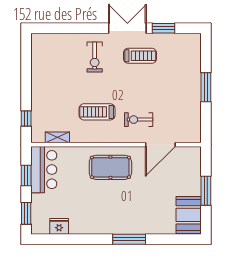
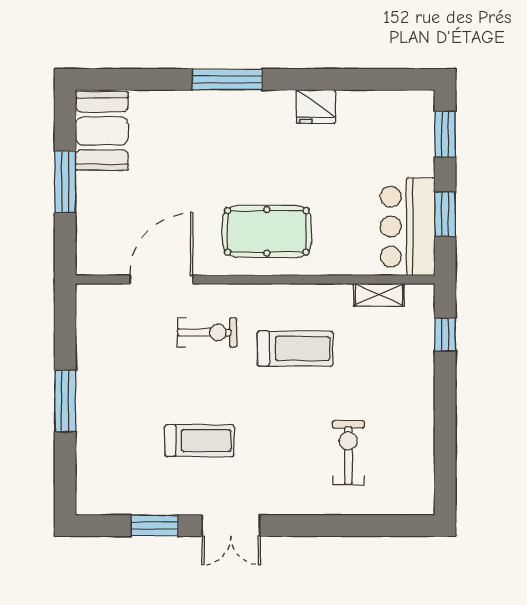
double door: (127, 28) -> (231, 526), width x0.73
treadmill: (140, 56) -> (199, 441), moved, turned 180
exercise bike: (95, 57) -> (348, 452), moved
fridge: (59, 226) -> (316, 106), moved

